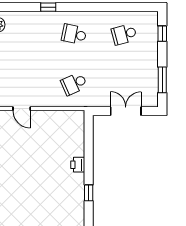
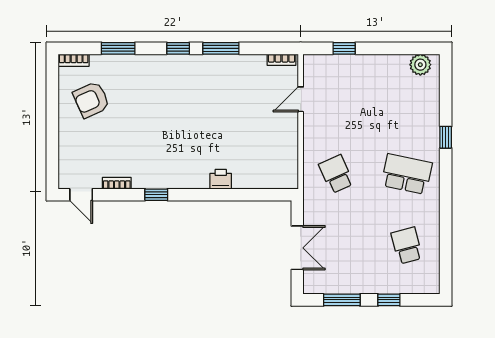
school desk: (74, 34) -> (407, 174), width x1.85
window: (162, 34) -> (389, 300), moved
window: (89, 193) -> (156, 195), moved

